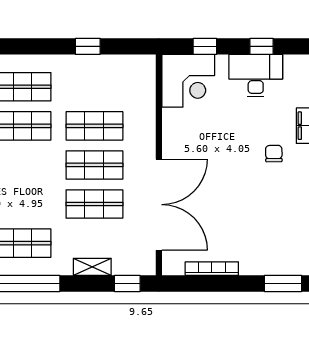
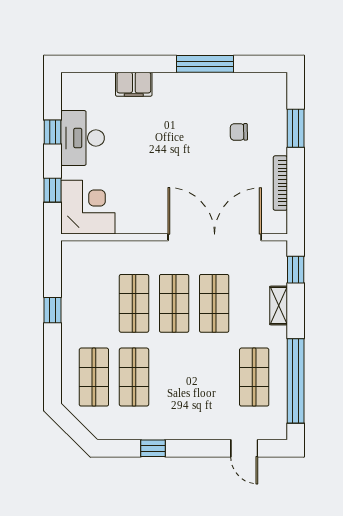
chair: (274, 154) -> (239, 132), moved
window: (283, 284) -> (296, 128), moved

